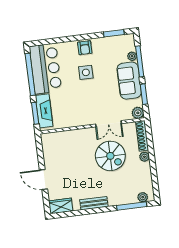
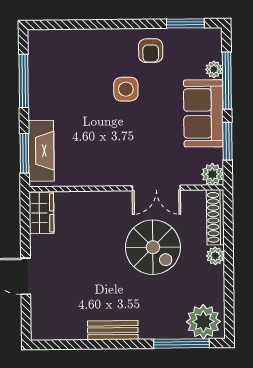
armchair: (85, 48) -> (151, 51), moved
bar counter: (45, 69) -> (53, 74), removed
window: (30, 74) -> (24, 81), width x0.68
plant: (143, 197) -> (203, 322), width x1.87, depth x1.87
wardrobe: (61, 206) -> (41, 213), moved, turned 90

